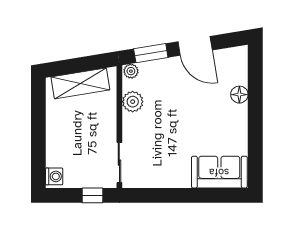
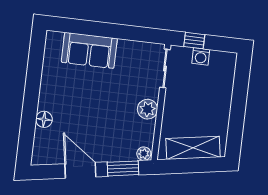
plant: (133, 102) -> (147, 109), moved
sofa: (219, 172) -> (89, 50), moved
washing machine: (54, 176) -> (201, 56), moved, turned -90

